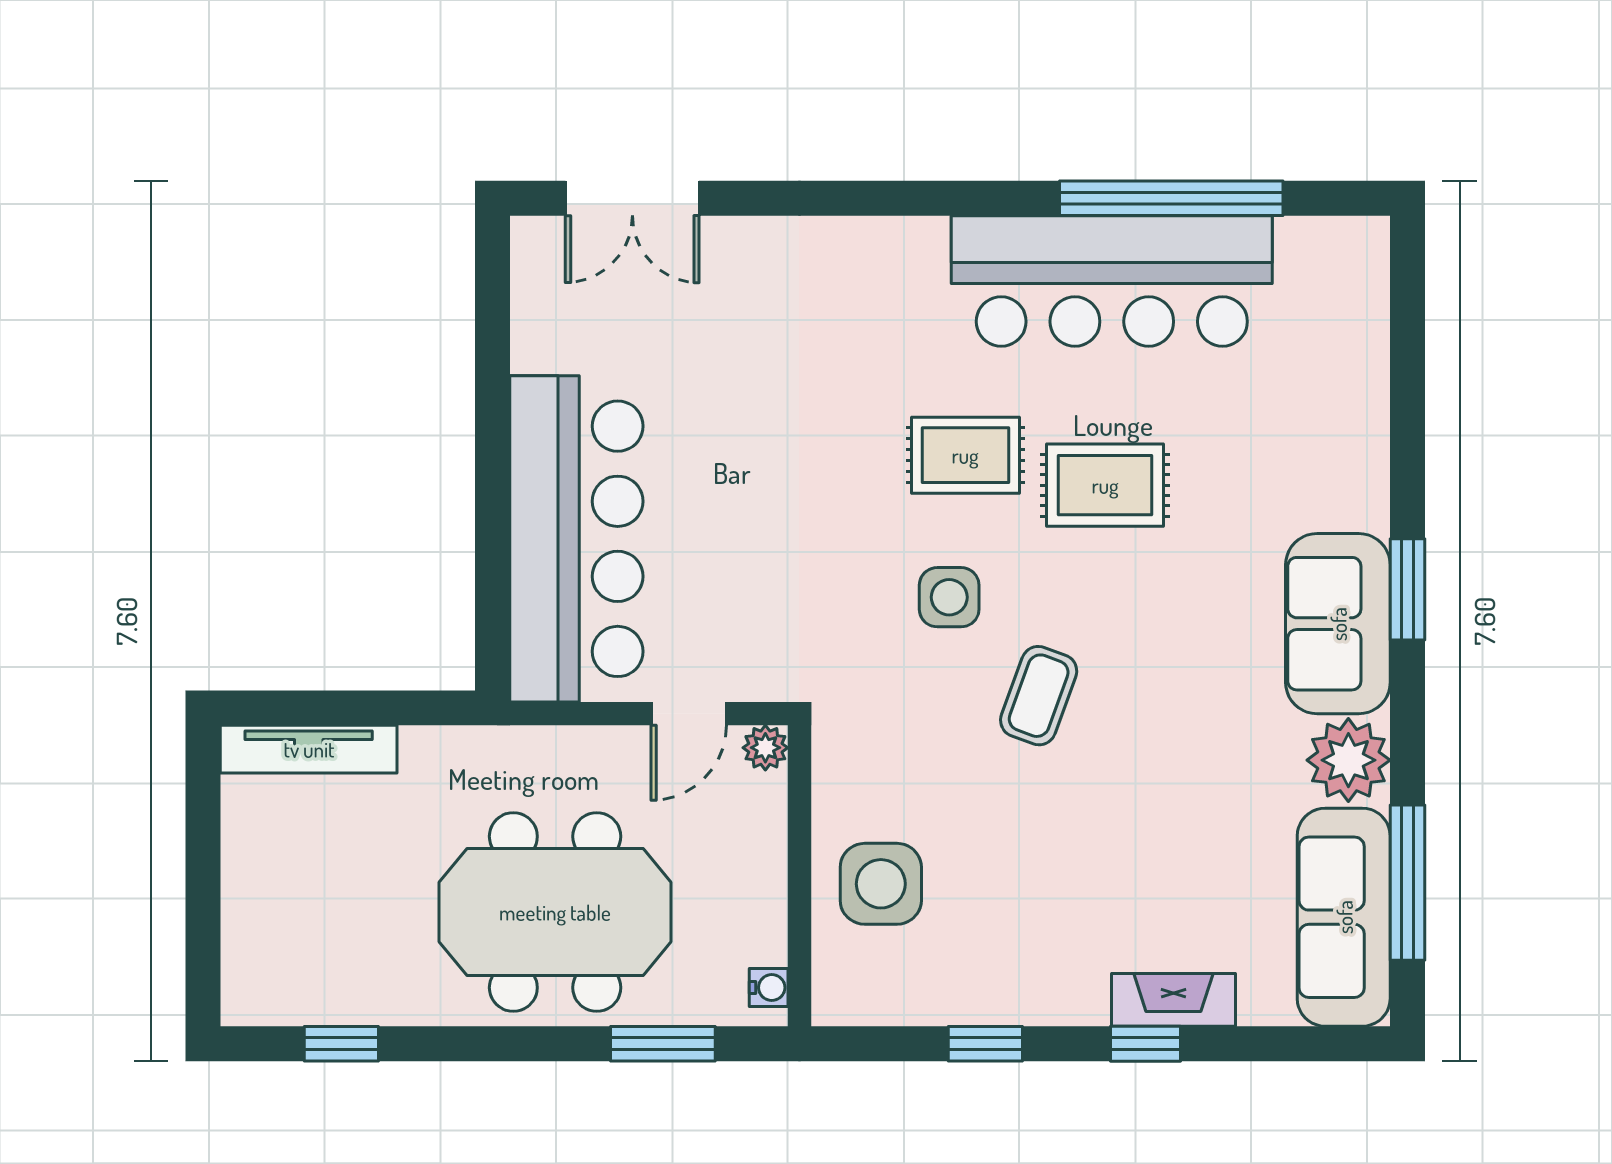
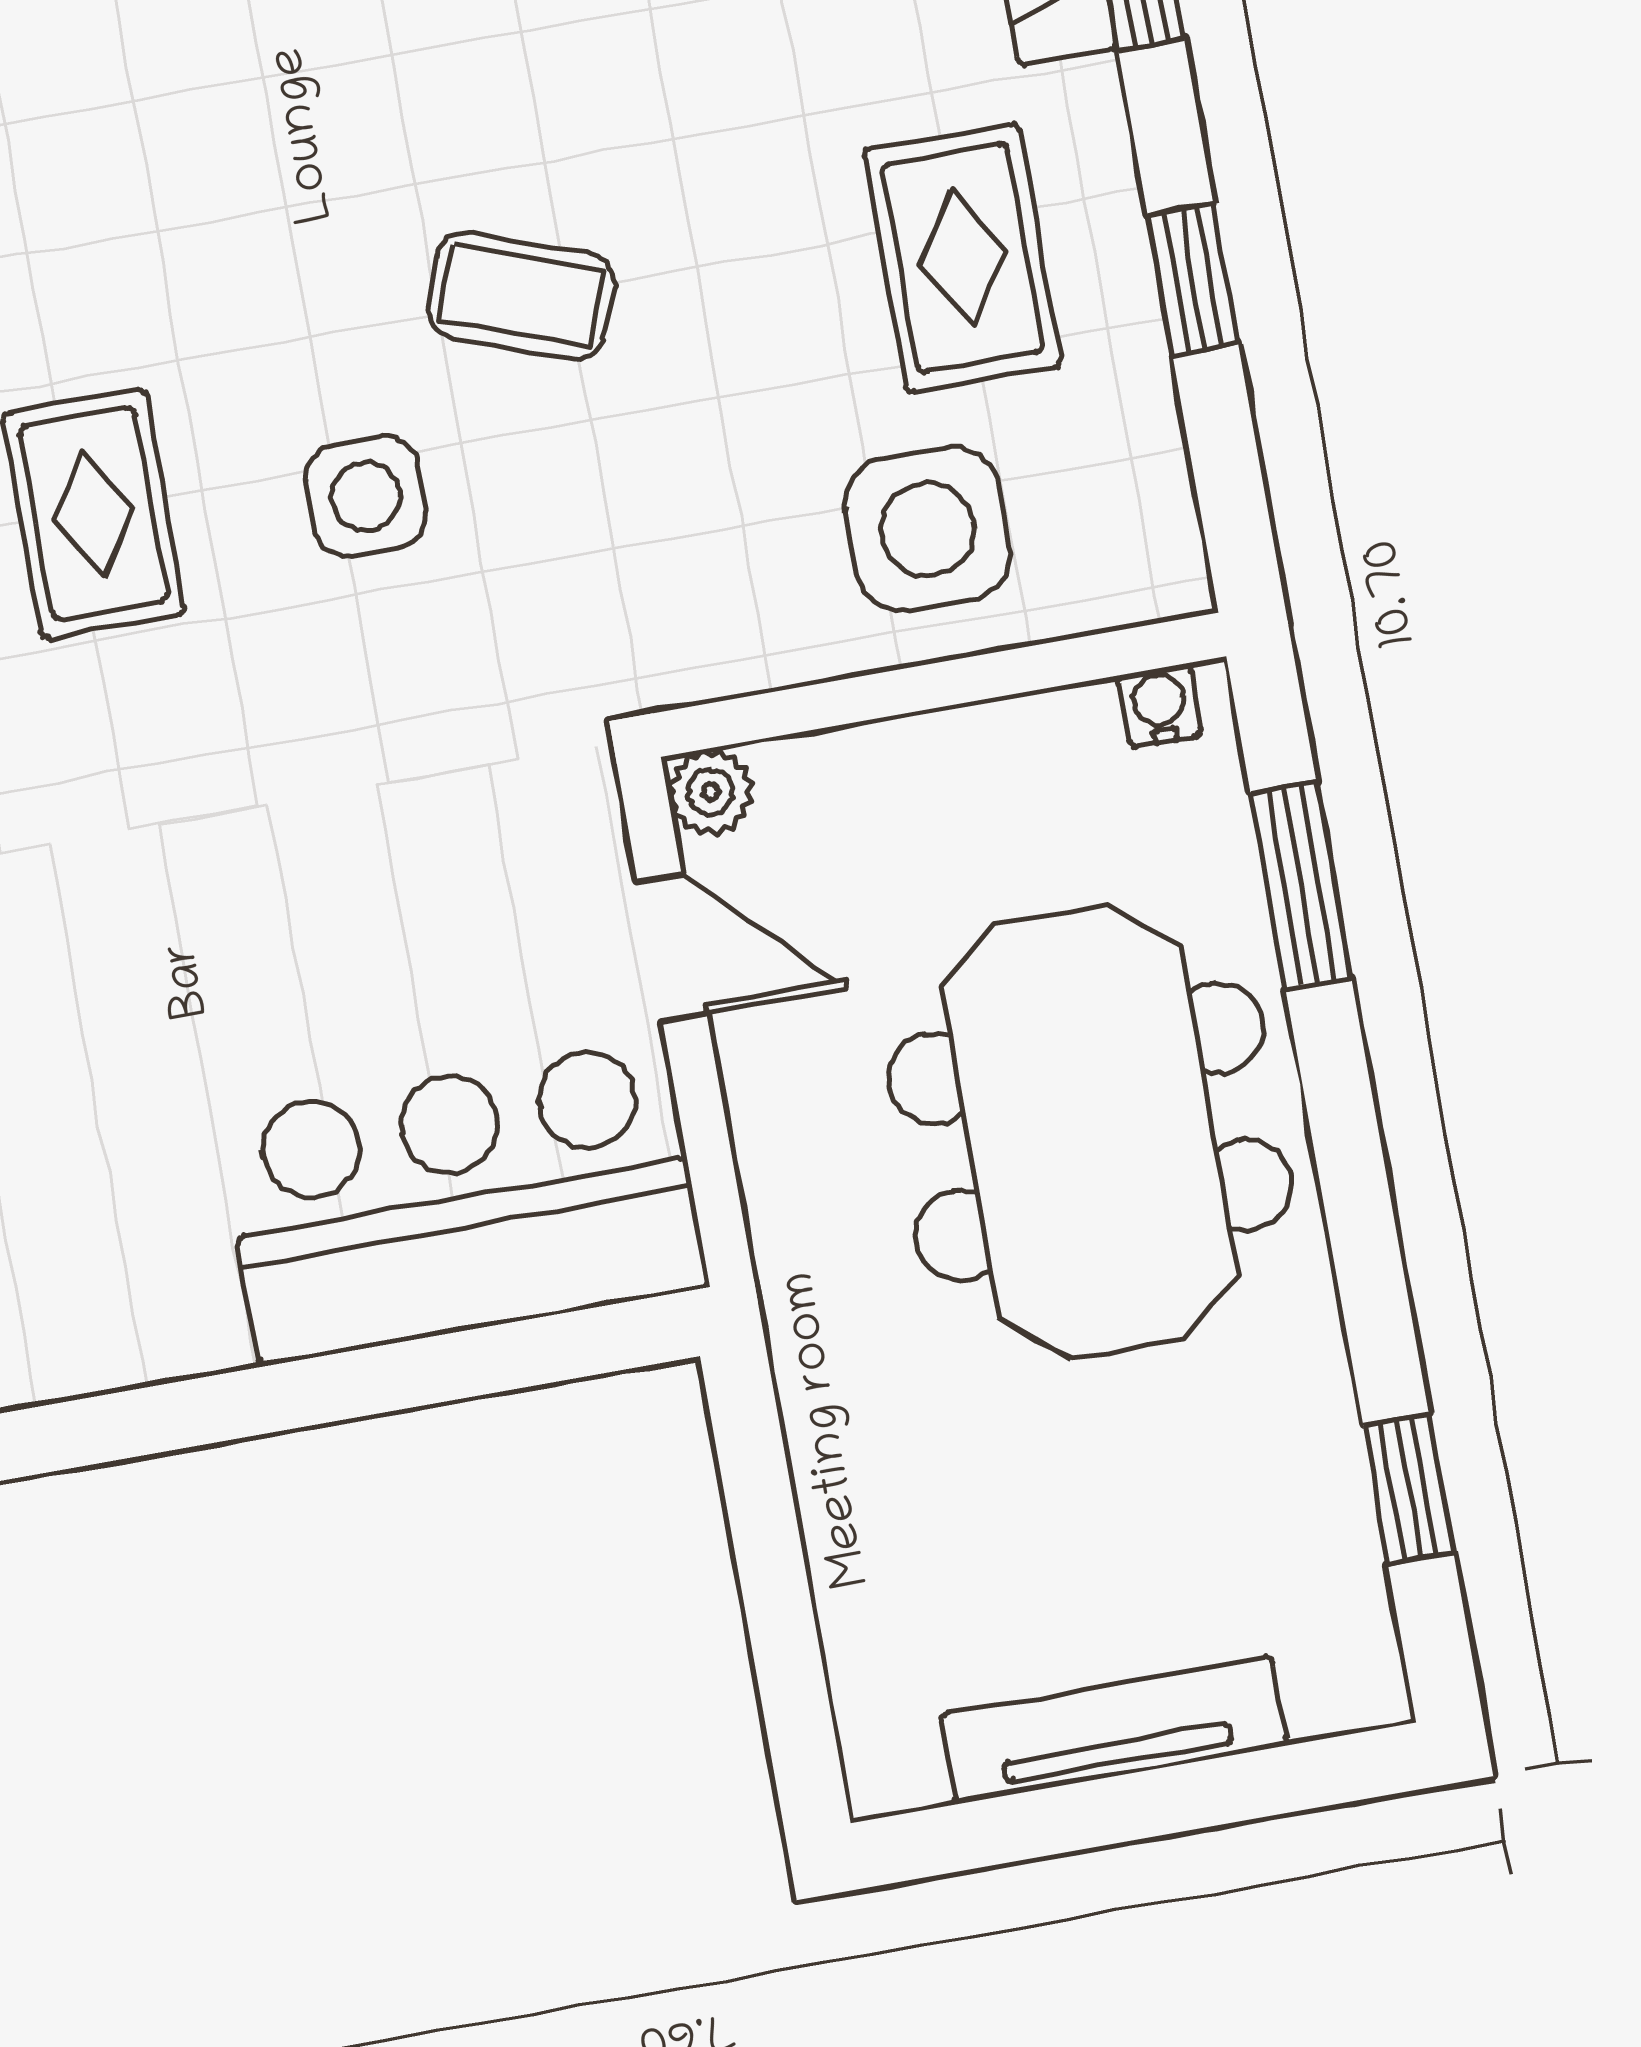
rug: (1105, 485) -> (962, 258), moved
bar counter: (576, 539) -> (463, 1202), width x0.73
tv unit: (309, 749) -> (1114, 1730), moved, turned -90

